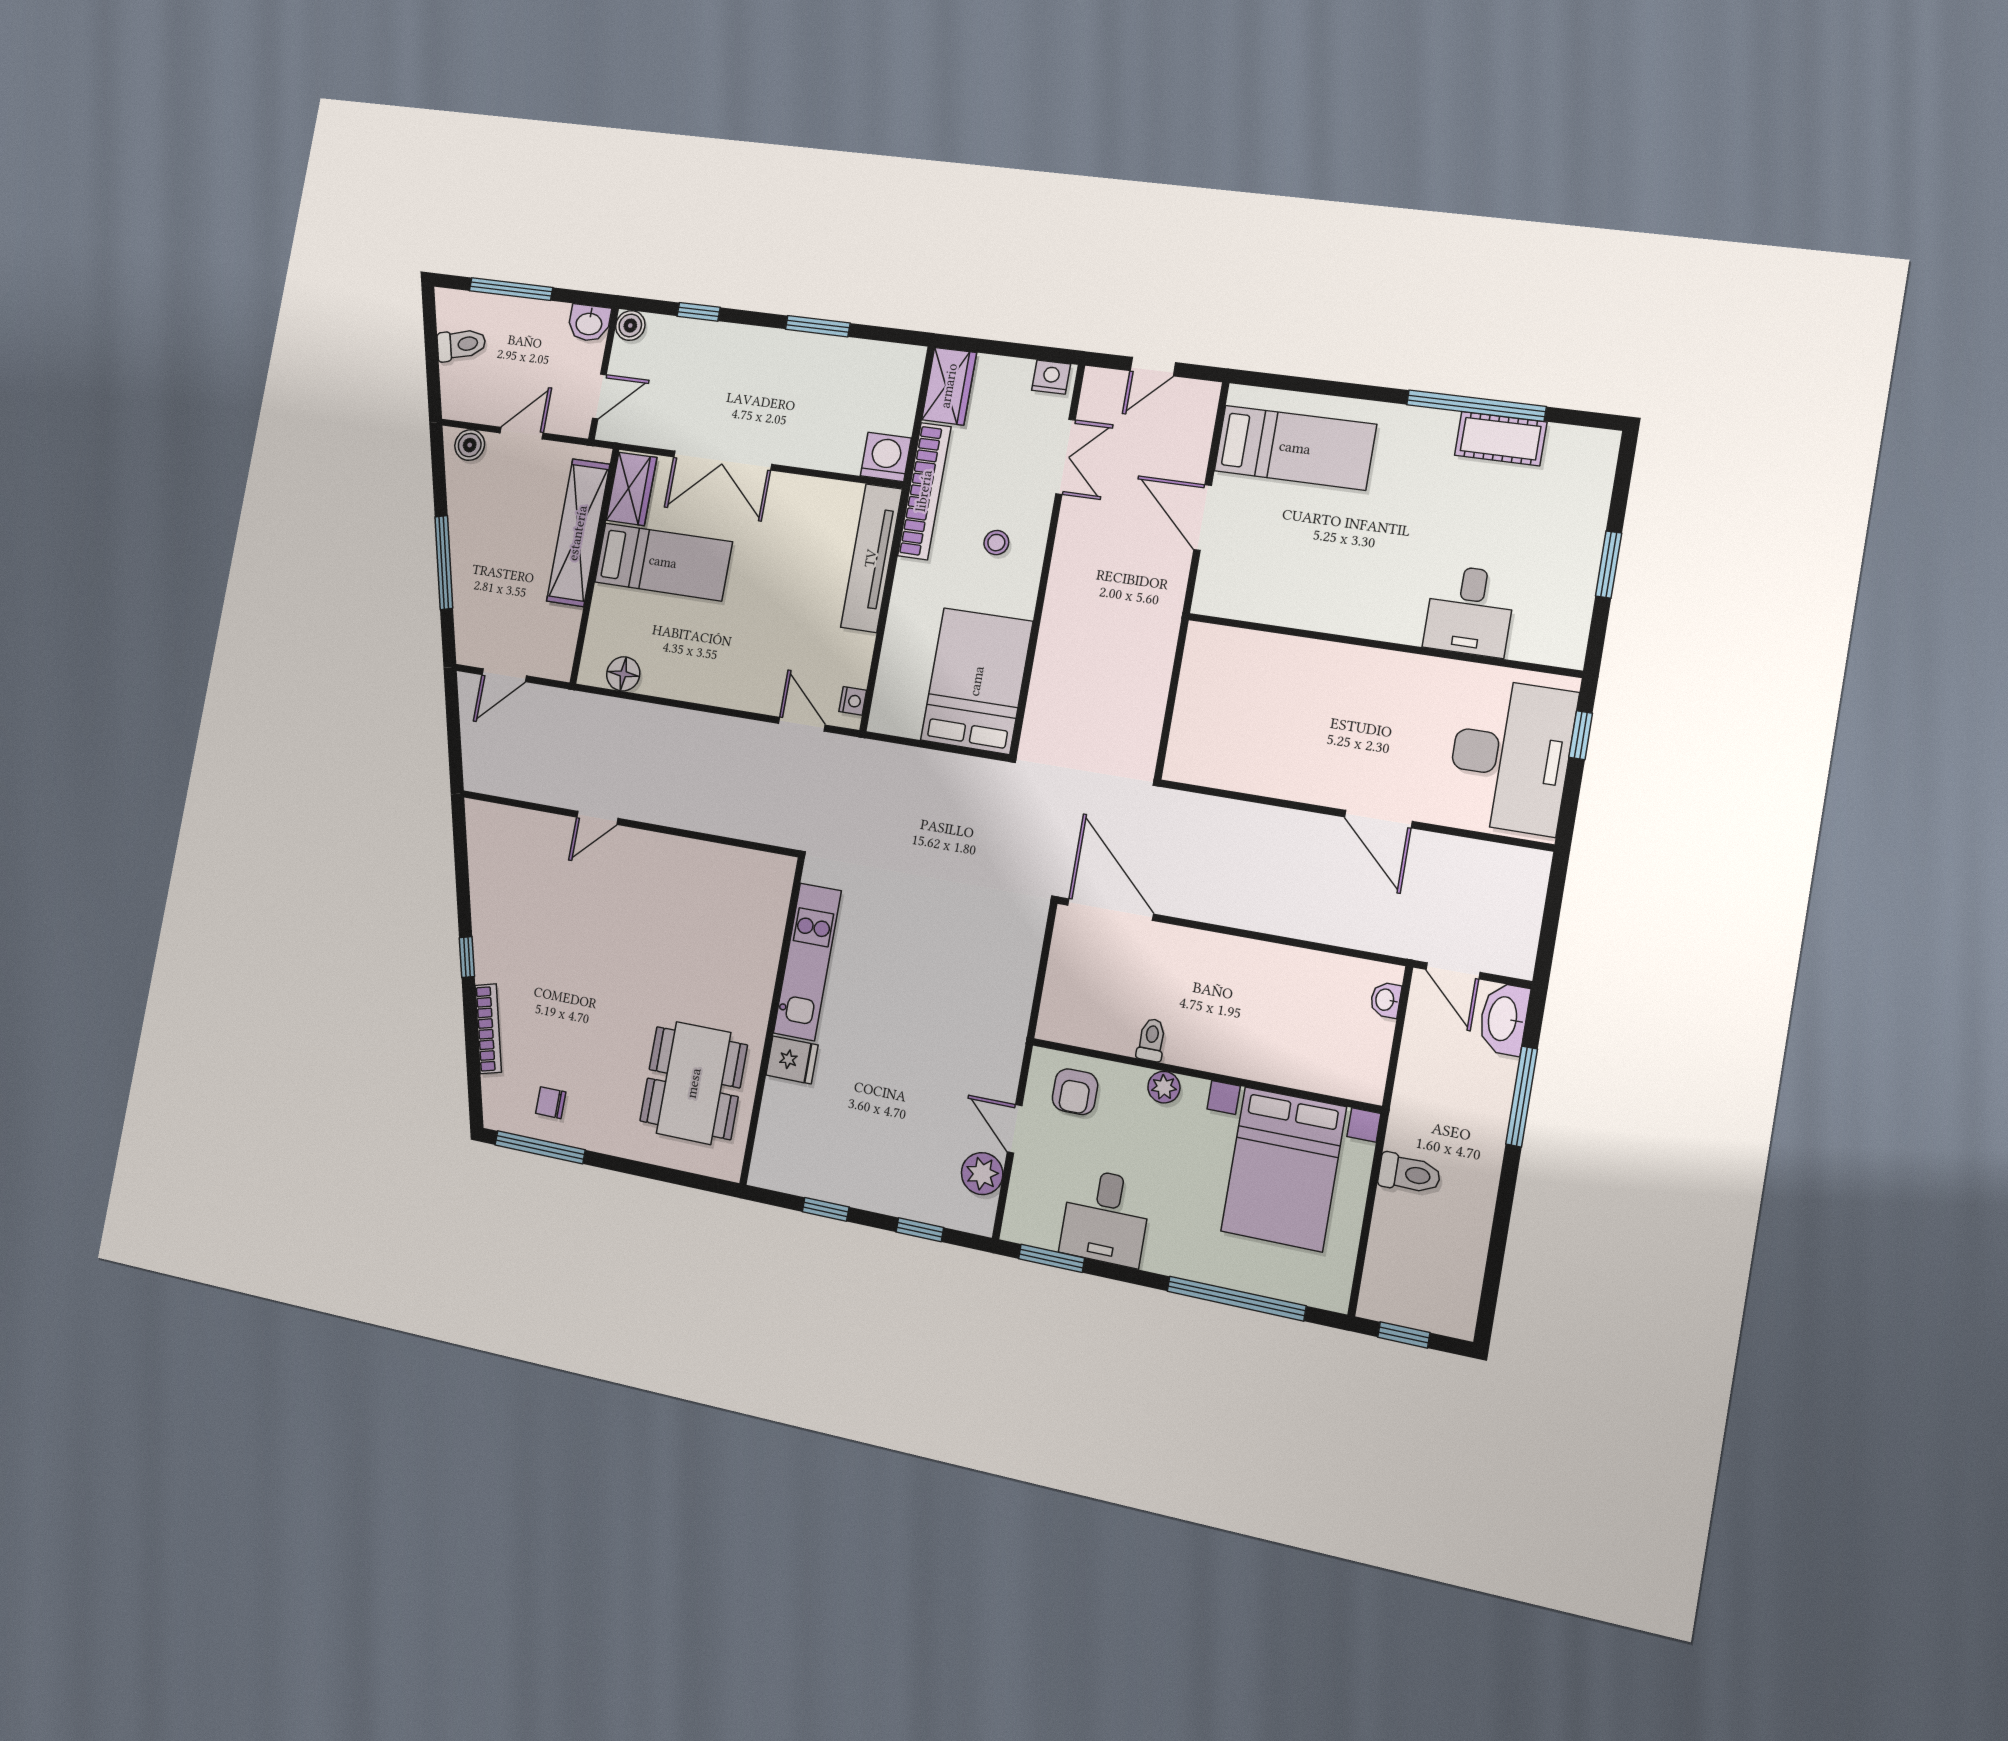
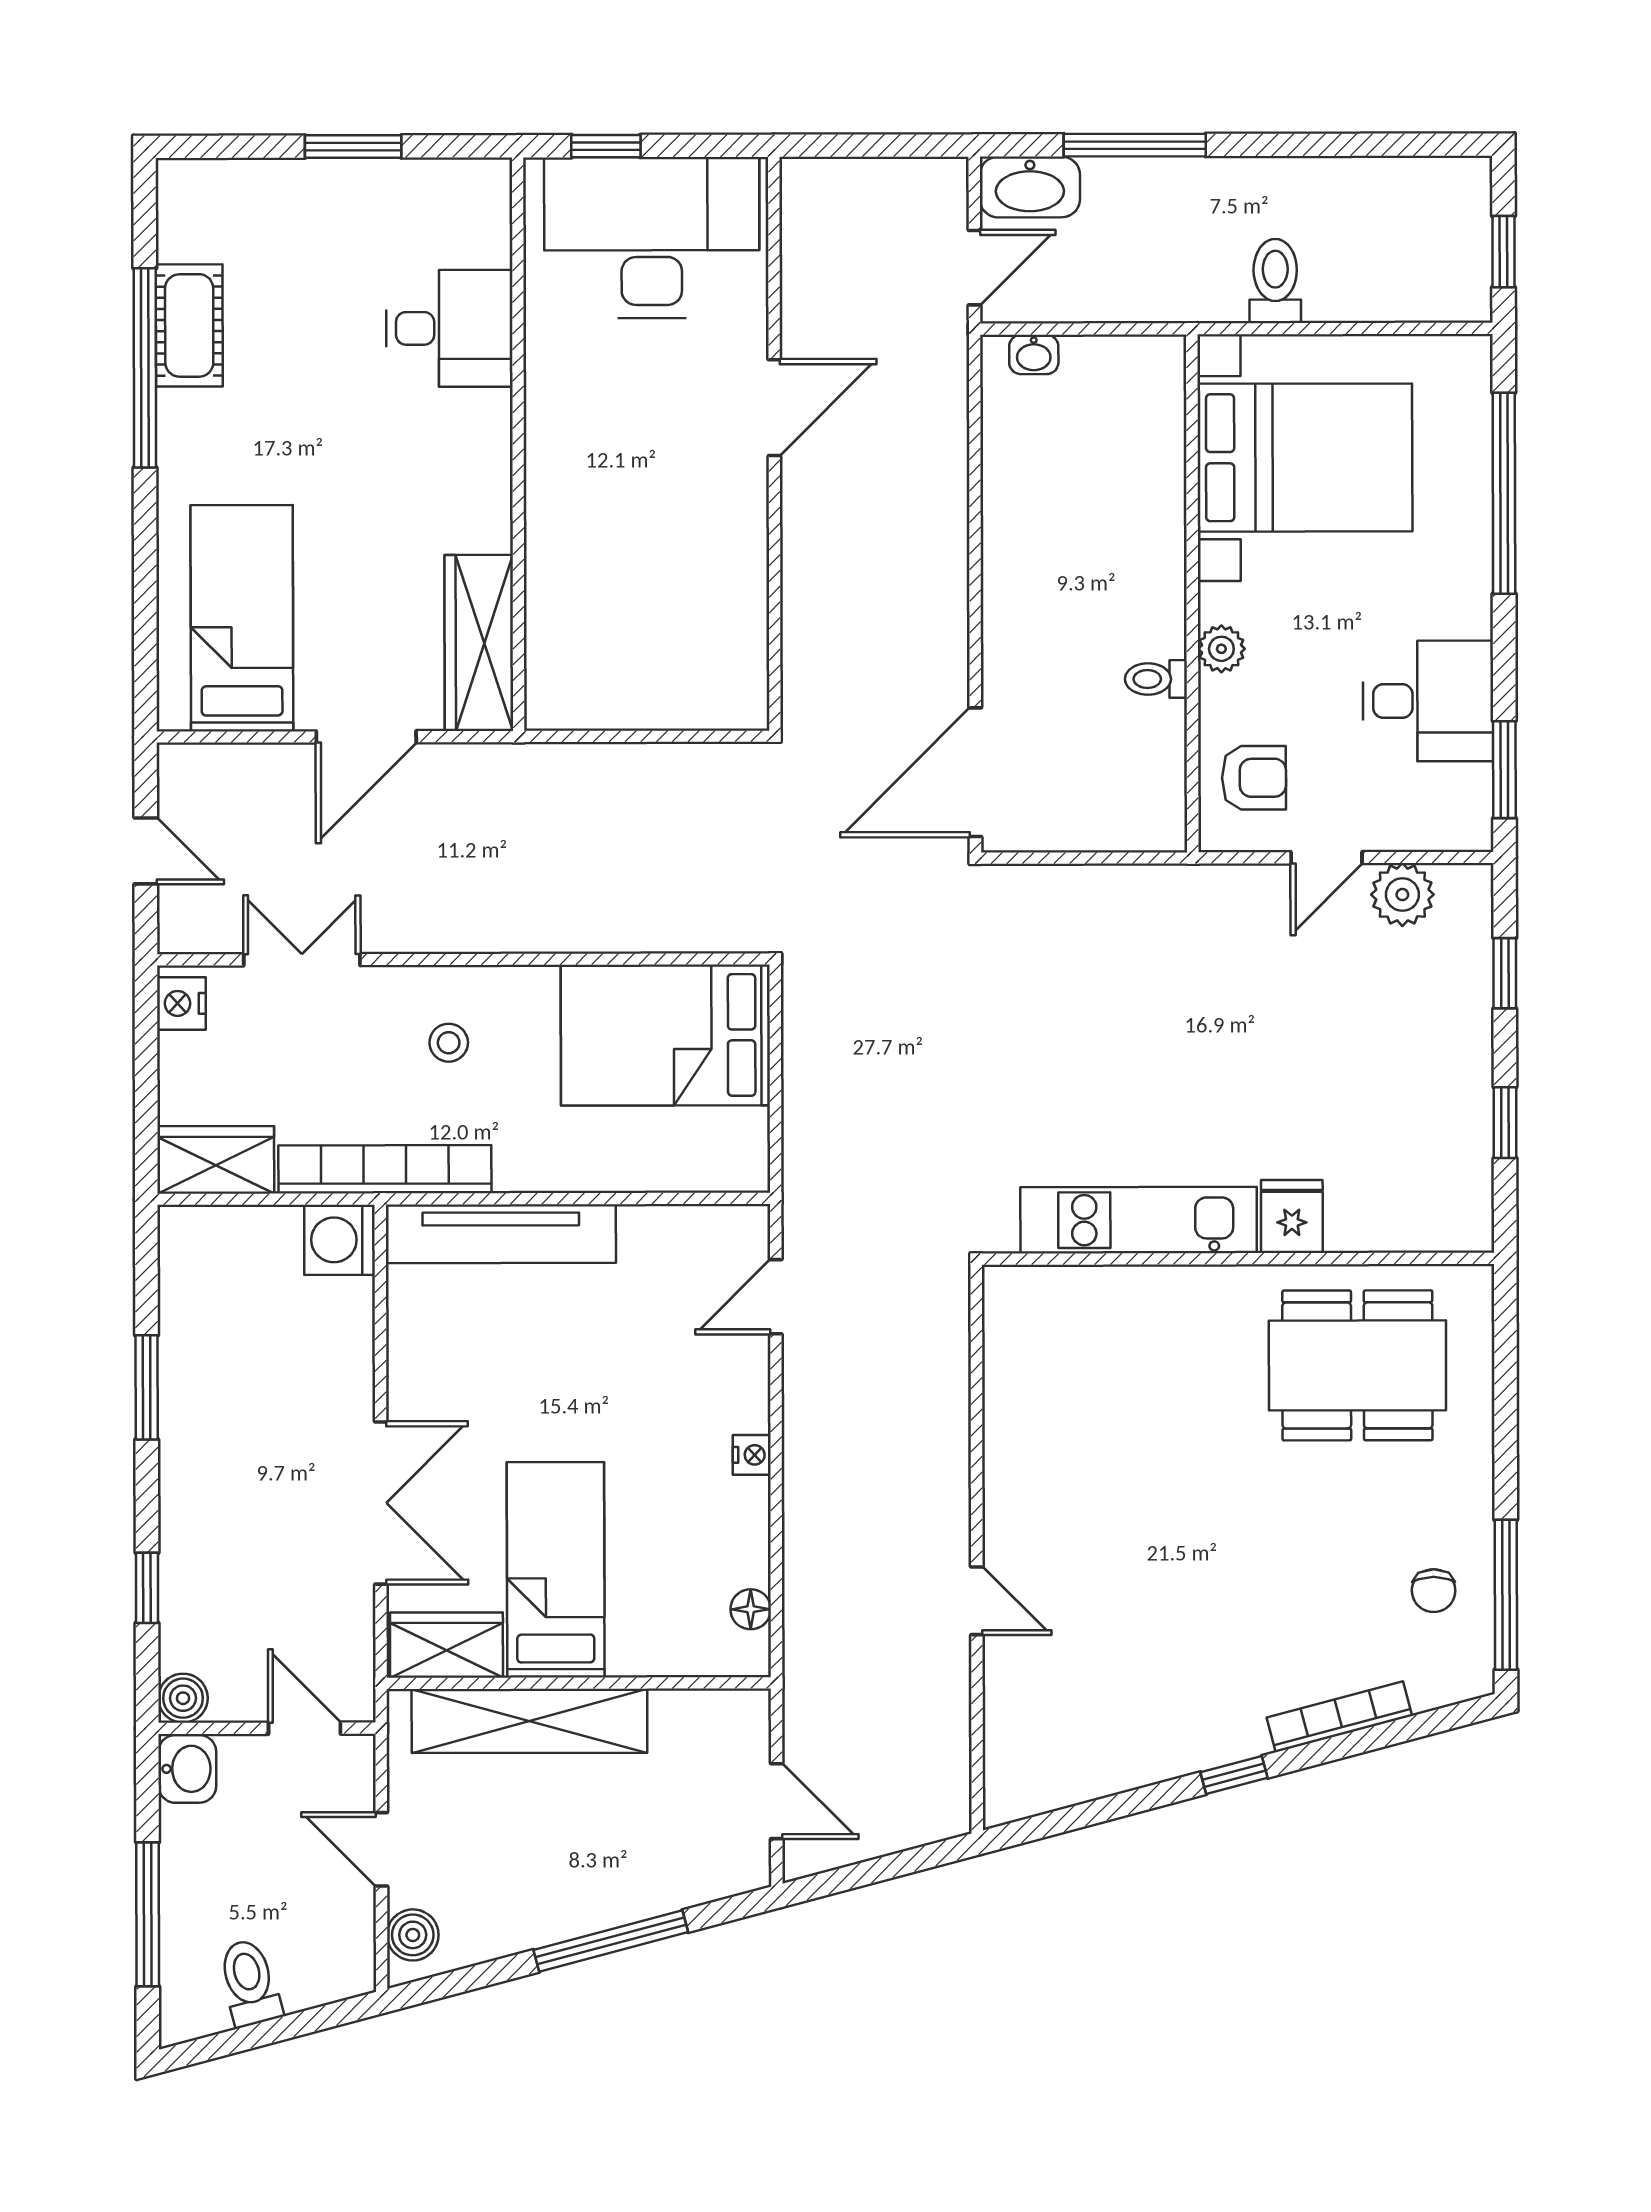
wardrobe: (1252, 599) -> (479, 643), added
floor lamp: (623, 674) -> (751, 1609), width x0.73, depth x0.73
nightstand: (853, 701) -> (752, 1455), moved, turned 90

